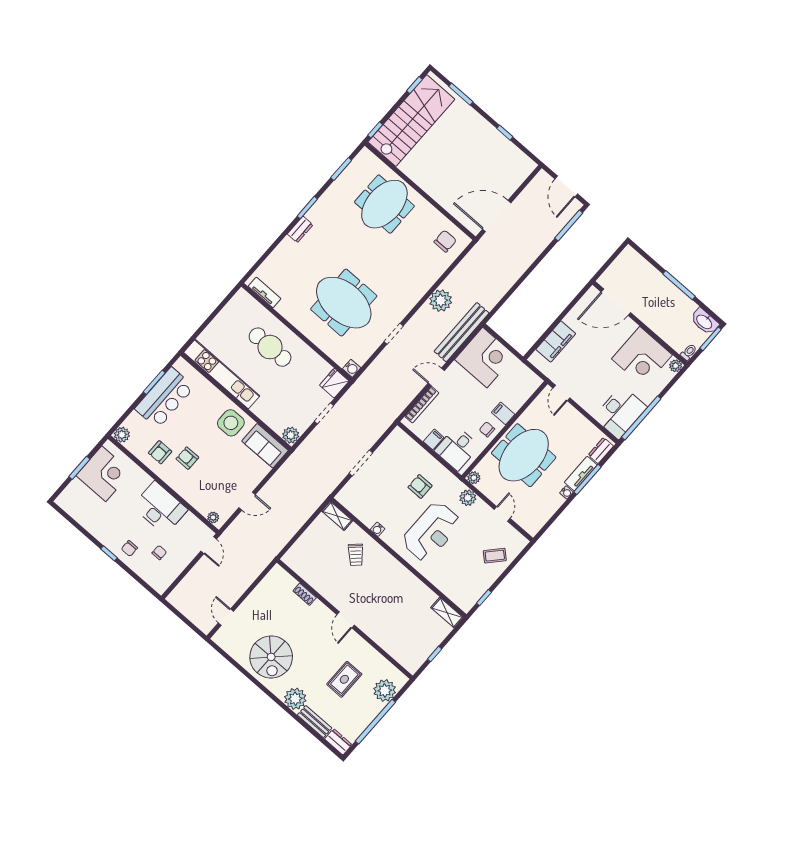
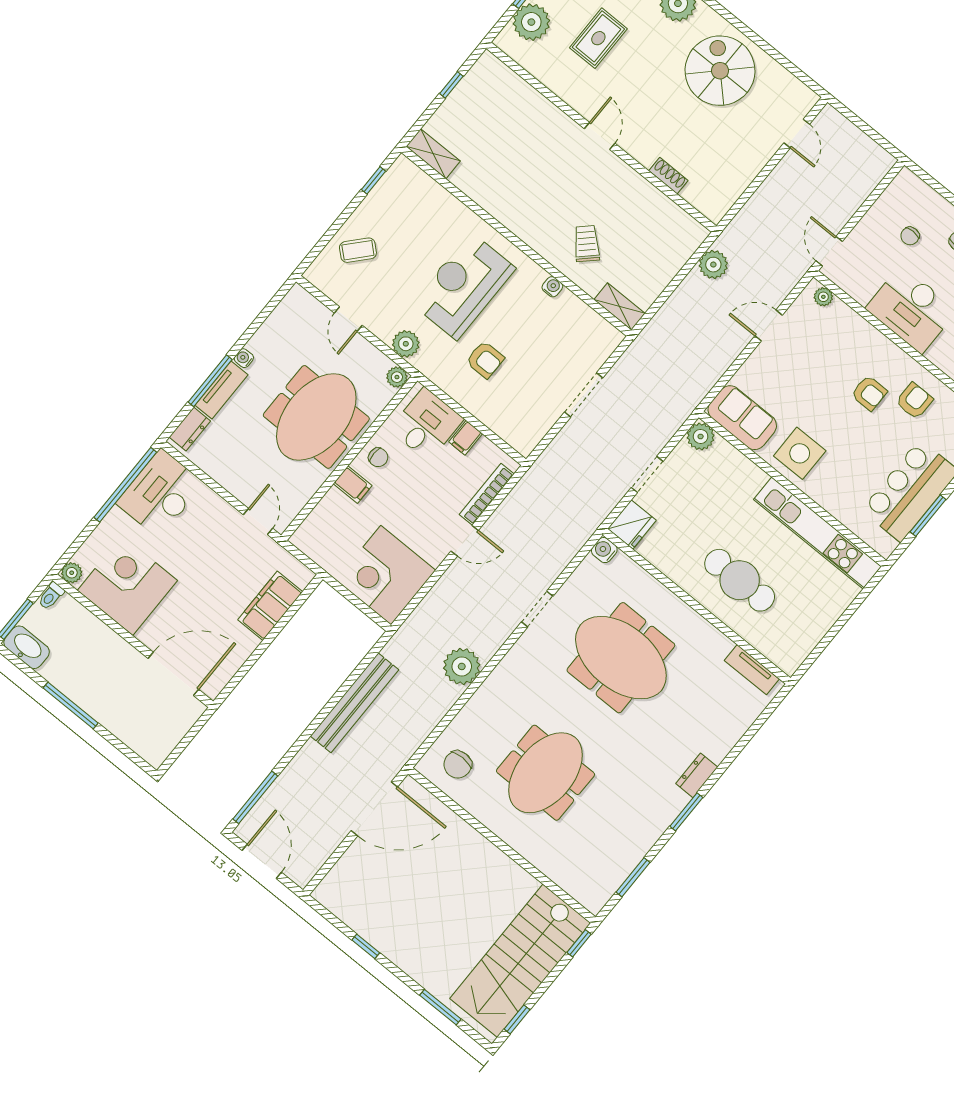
meeting table: (384, 204) -> (546, 773), moved
bench: (462, 332) -> (355, 703), moved
plant: (279, 539) -> (713, 265), added

